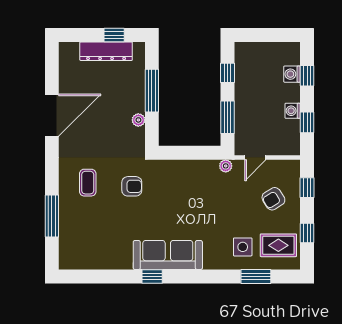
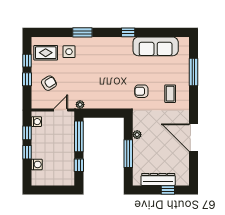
window: (114, 35) -> (168, 190), moved
window: (307, 76) -> (27, 152), moved
washing machine: (293, 111) -> (36, 122), moved
door: (52, 115) -> (194, 138), hinge flipped
window: (228, 117) -> (79, 136), width x1.44
window: (307, 188) -> (27, 79), moved
sofa: (168, 255) -> (156, 46), moved
window: (256, 277) -> (82, 32), moved

